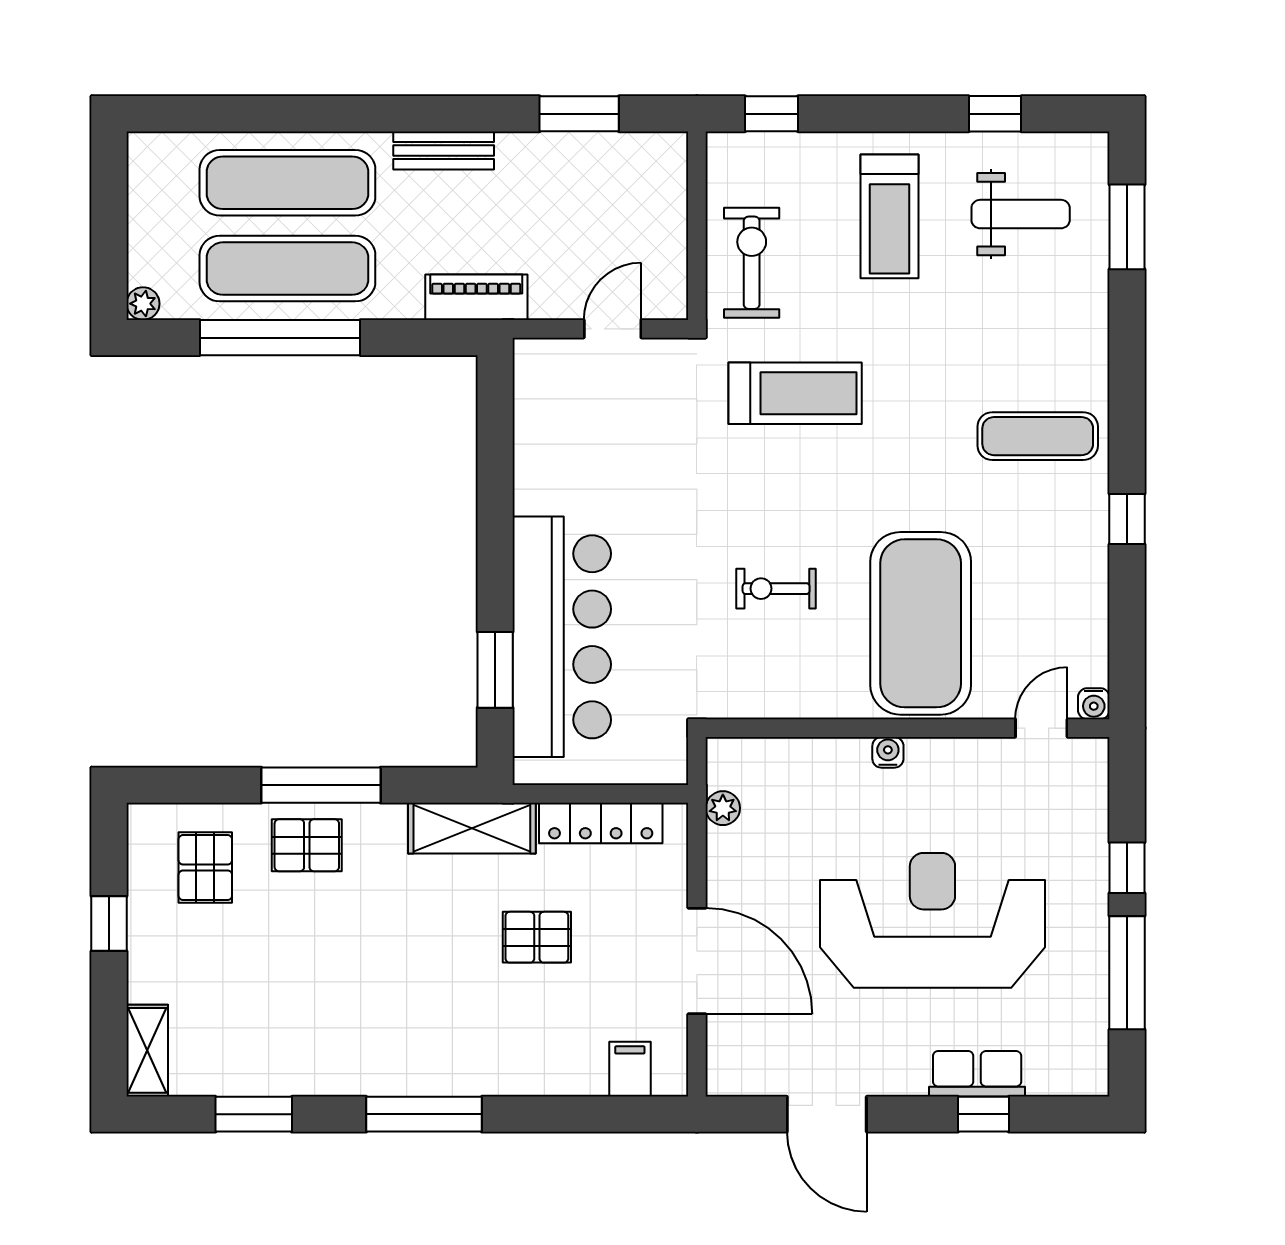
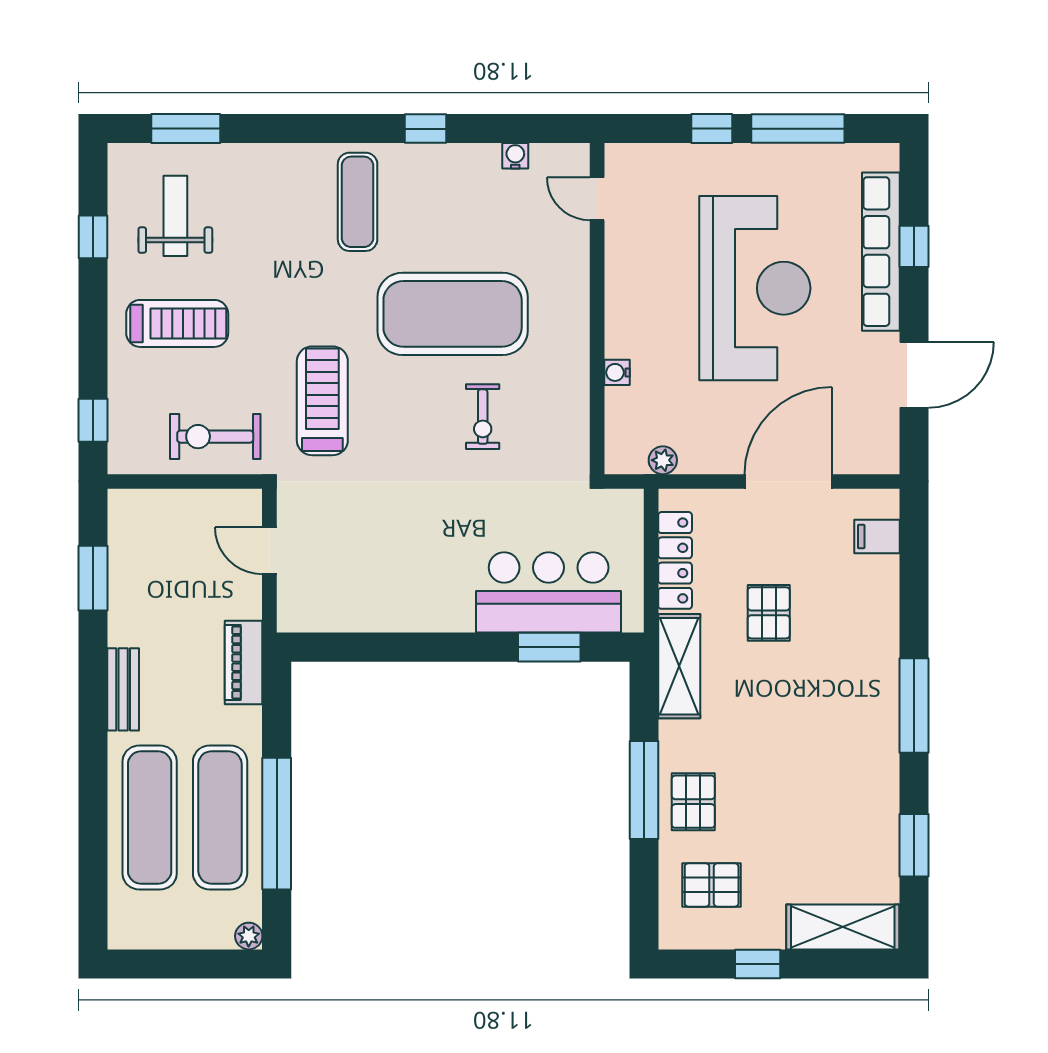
exercise mat: (921, 623) -> (453, 314), moved
bar counter: (562, 637) -> (549, 592), width x0.73
water cooler: (1094, 704) -> (515, 156), moved, turned -90
water cooler: (888, 752) -> (617, 372), moved
reception desk: (932, 920) -> (755, 288), turned 180
shelving: (147, 1050) -> (843, 927), width x1.50, depth x1.33
row of seats: (977, 1074) -> (881, 252), width x2.02

